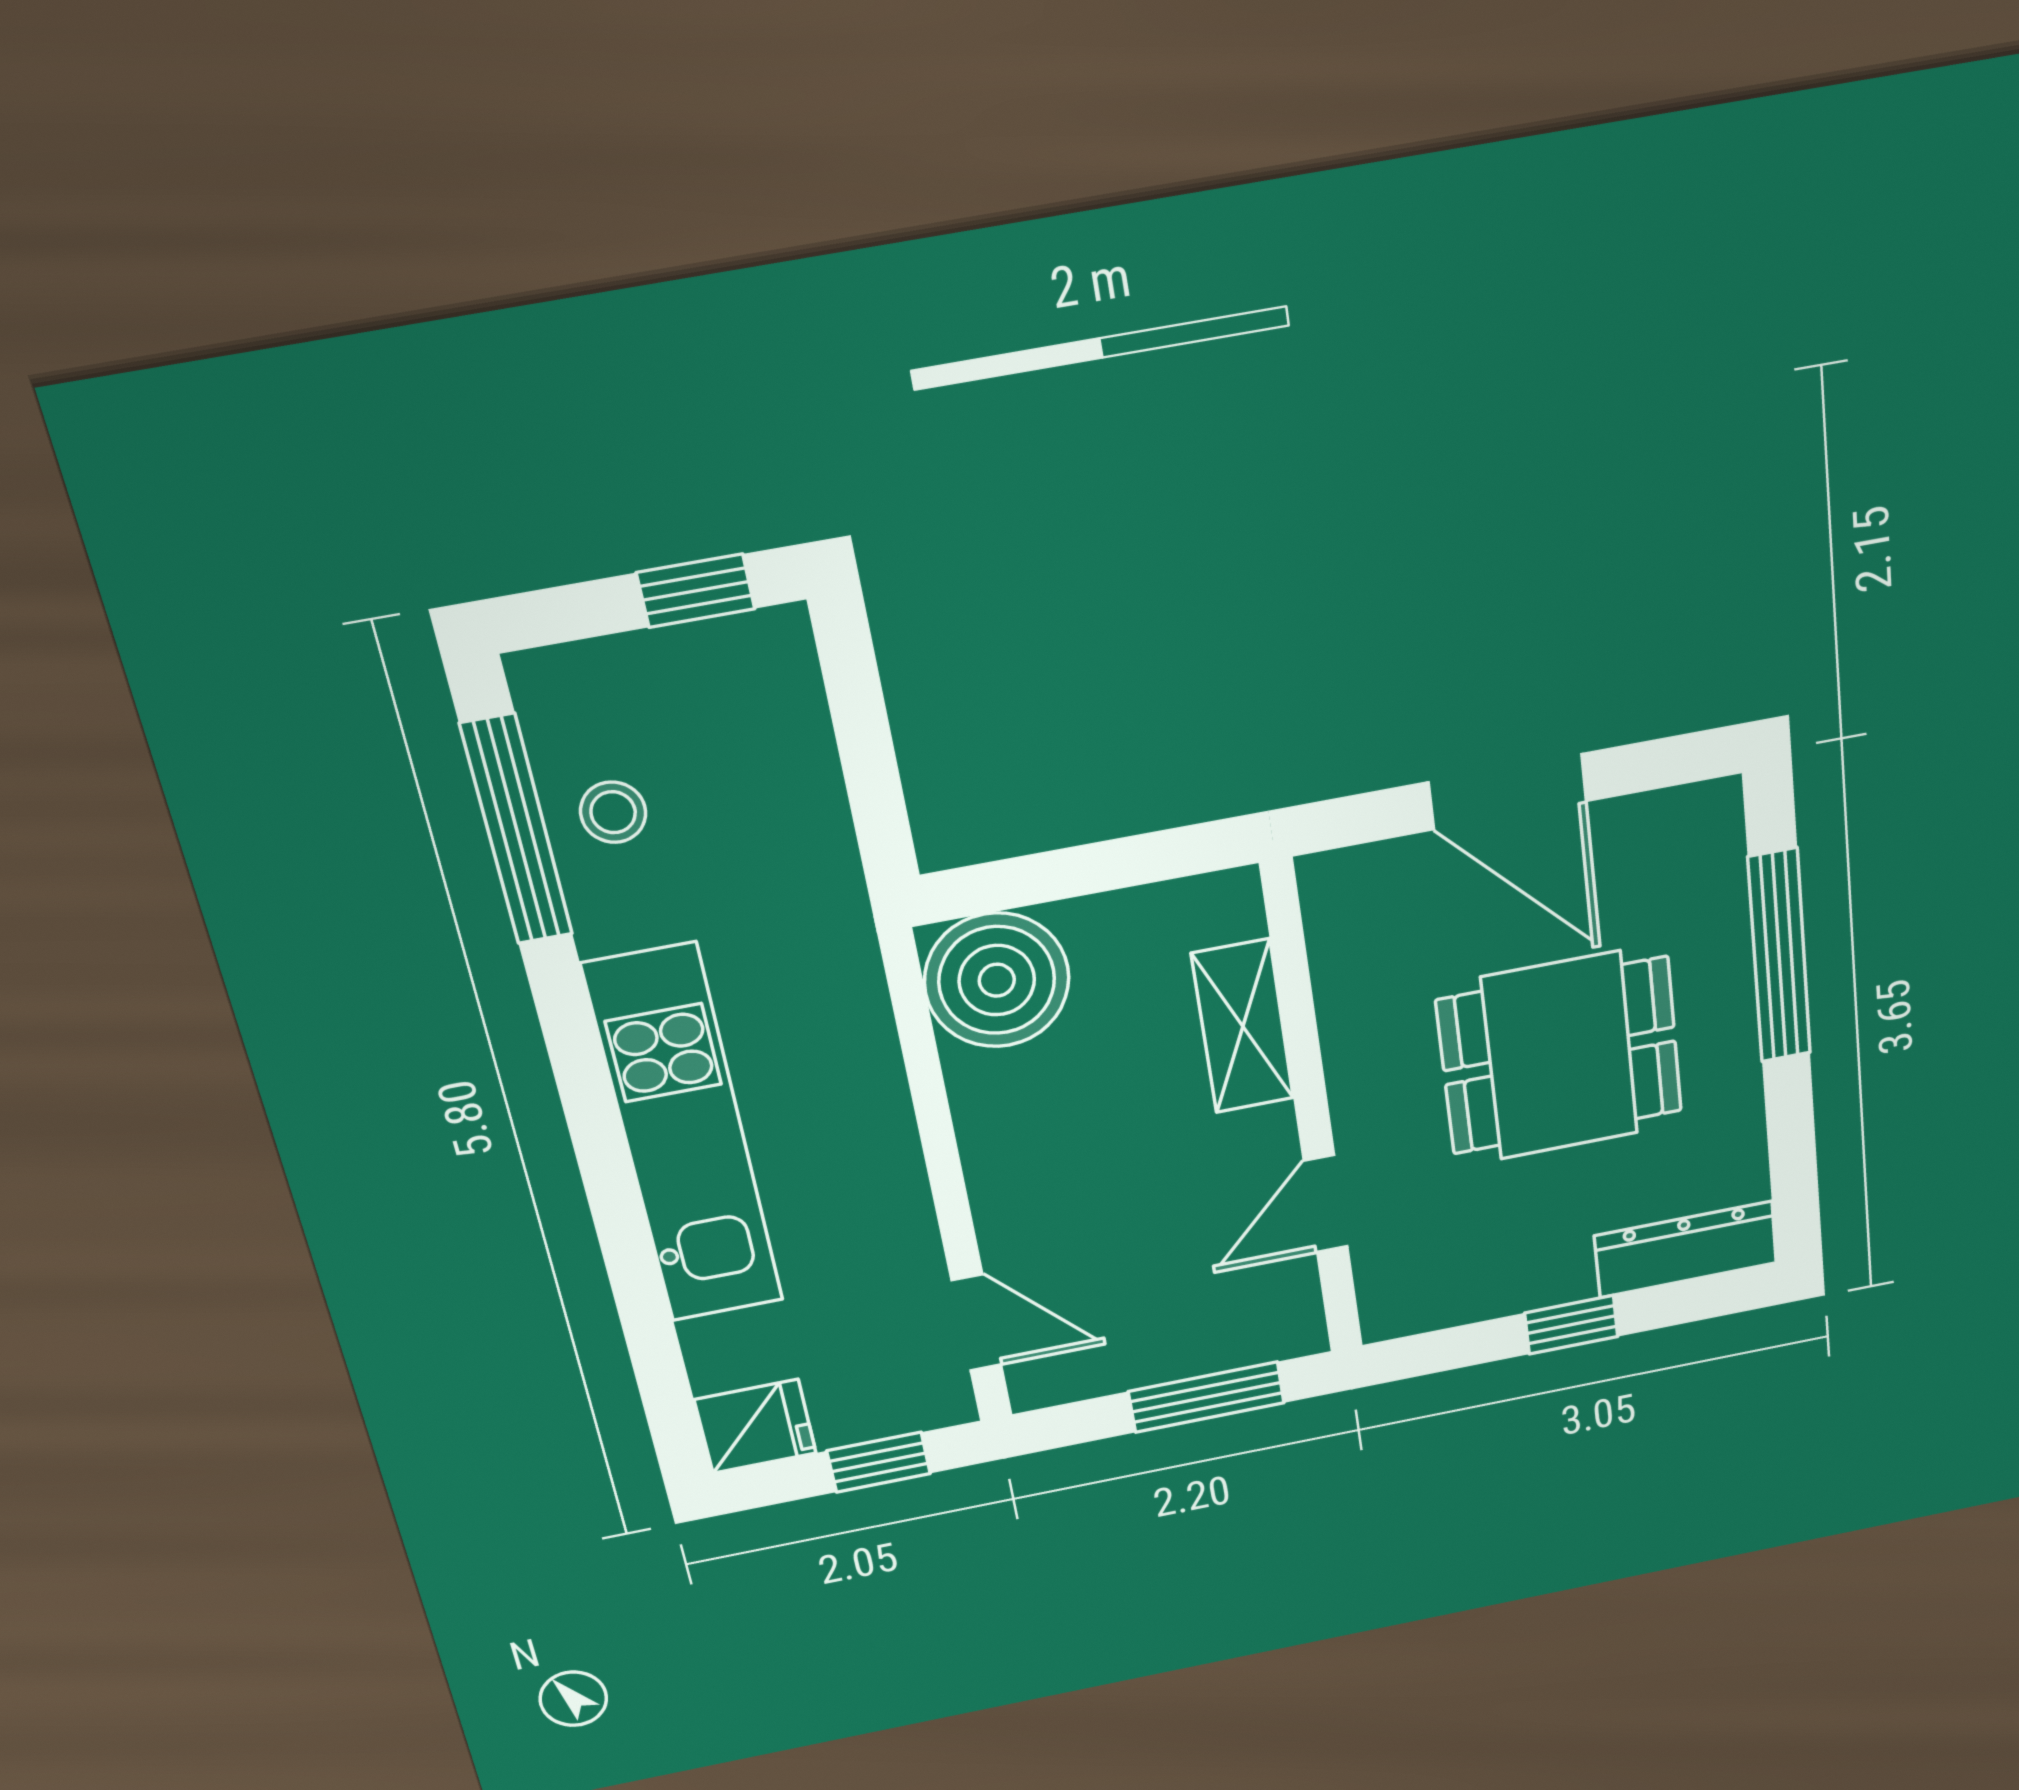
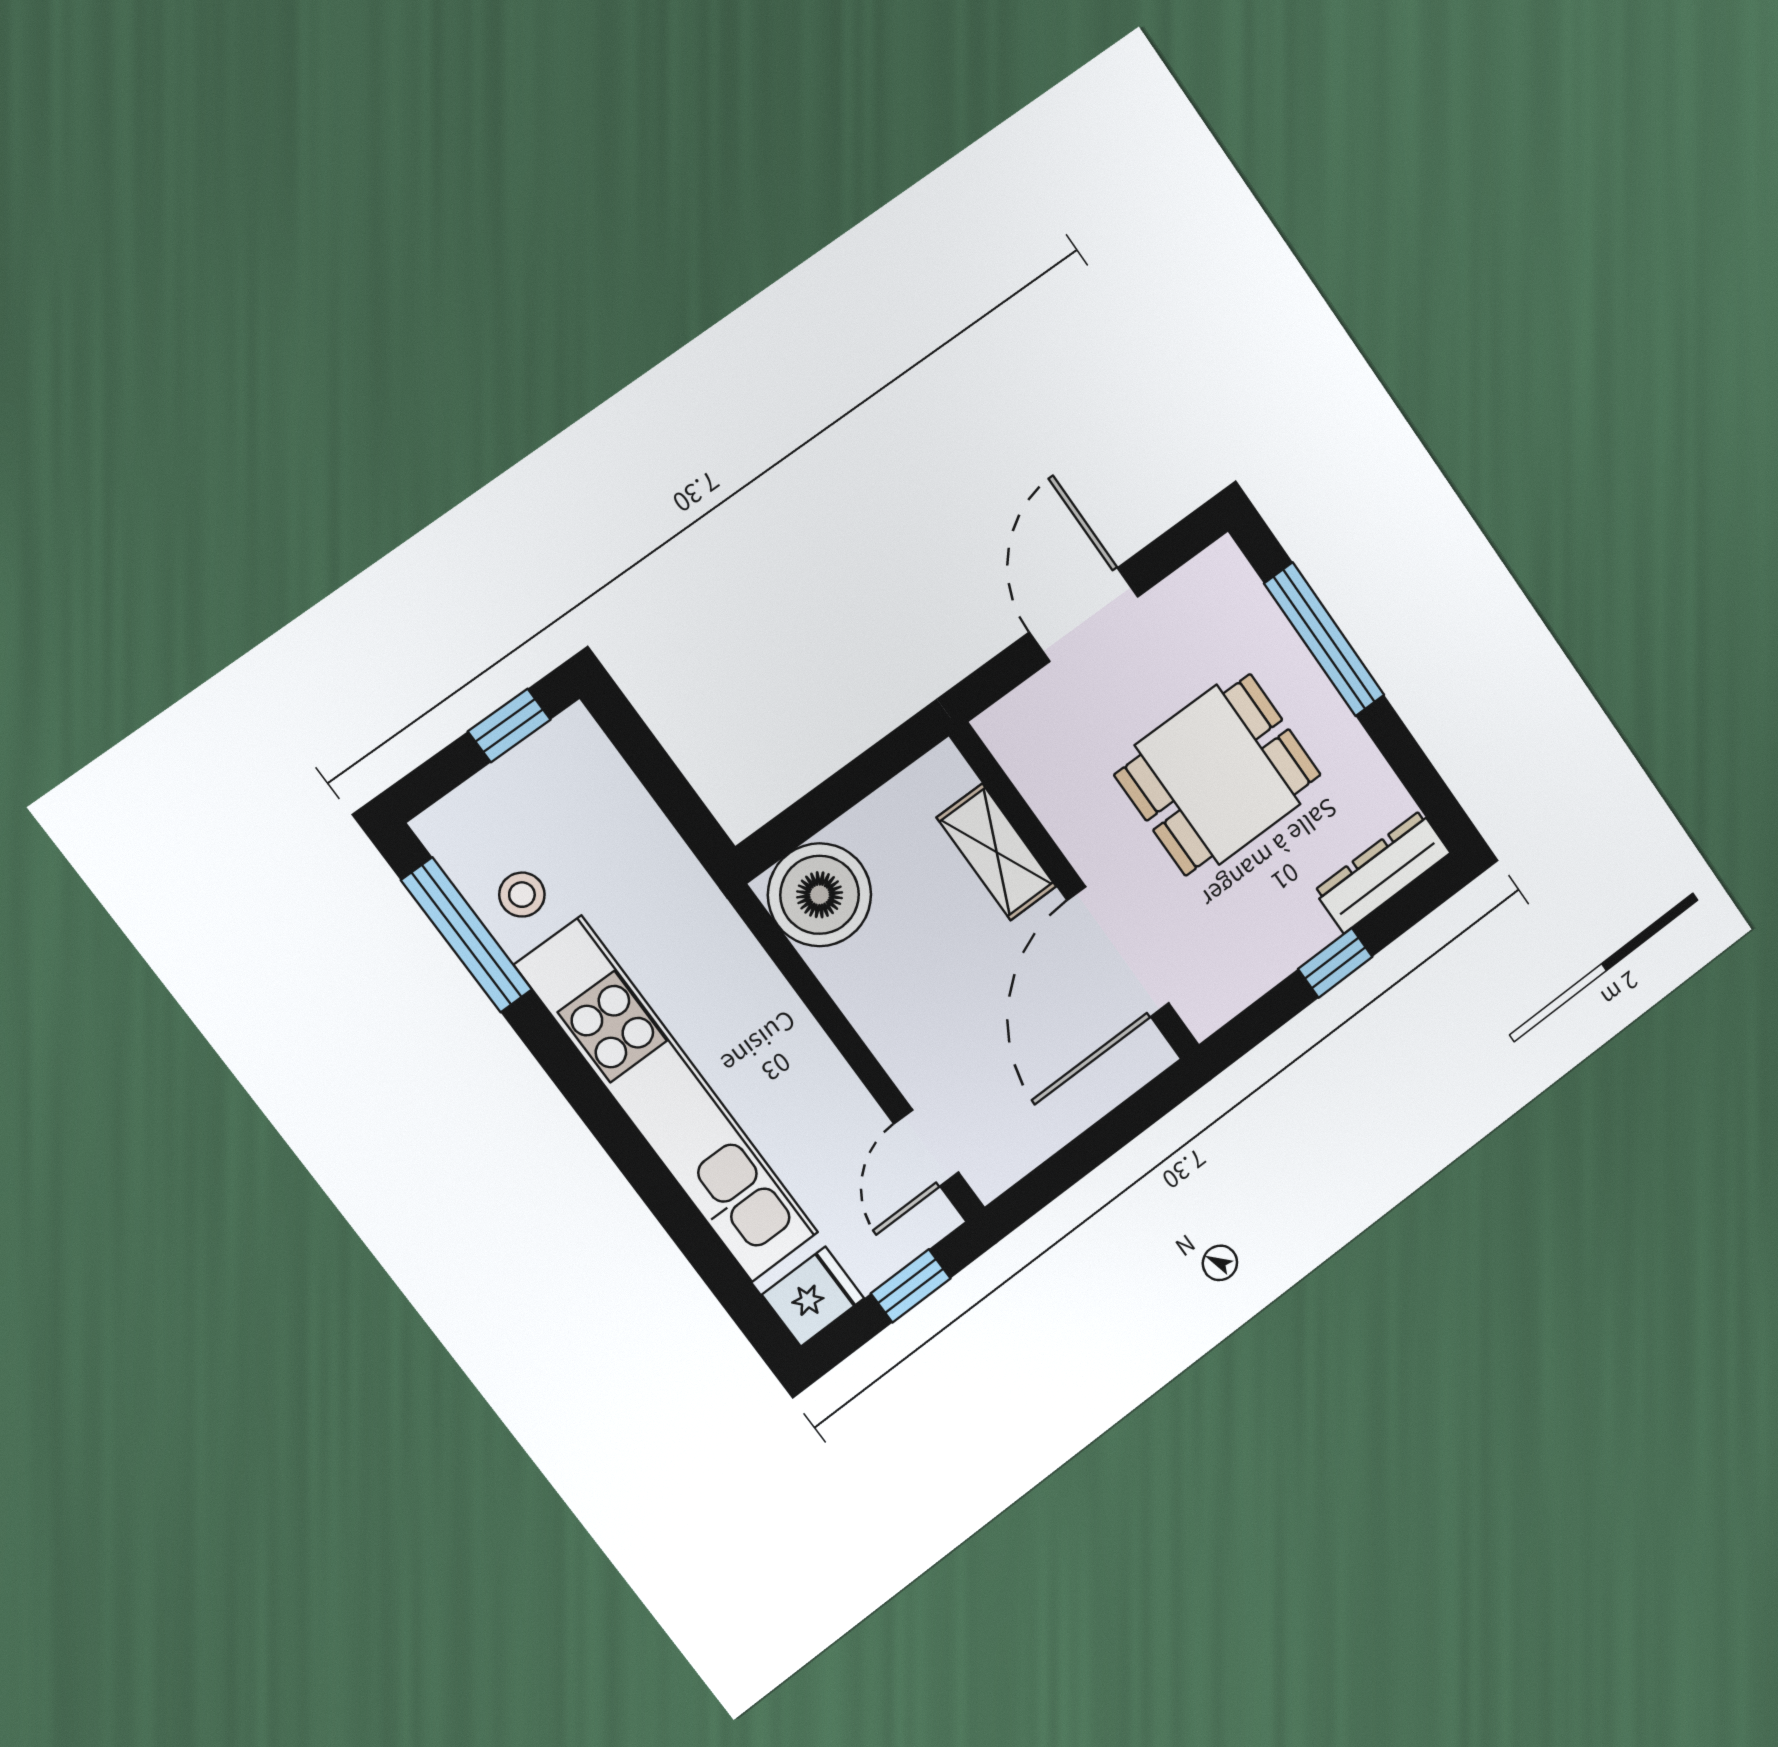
door: (1508, 792) -> (1084, 614), swing flipped
kitchen unit: (684, 1136) -> (667, 1100), width x1.36
door: (1326, 1204) -> (1118, 952), width x1.87
door: (976, 1323) -> (926, 1148), swing flipped
window: (1206, 1397) -> (1112, 1133), removed

